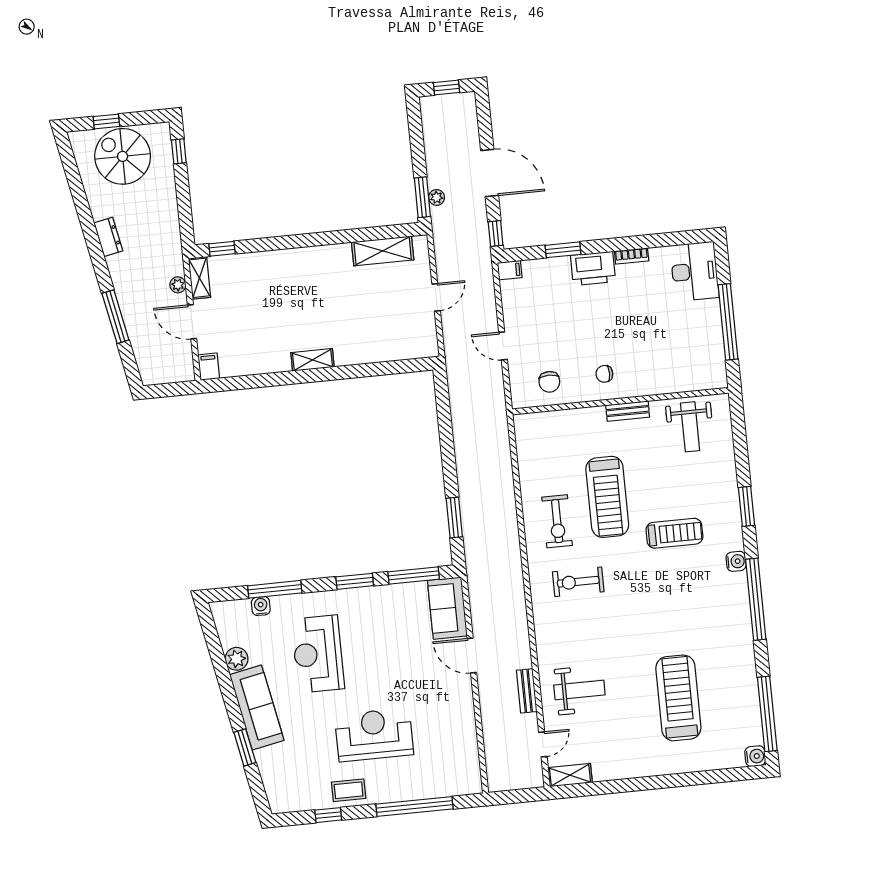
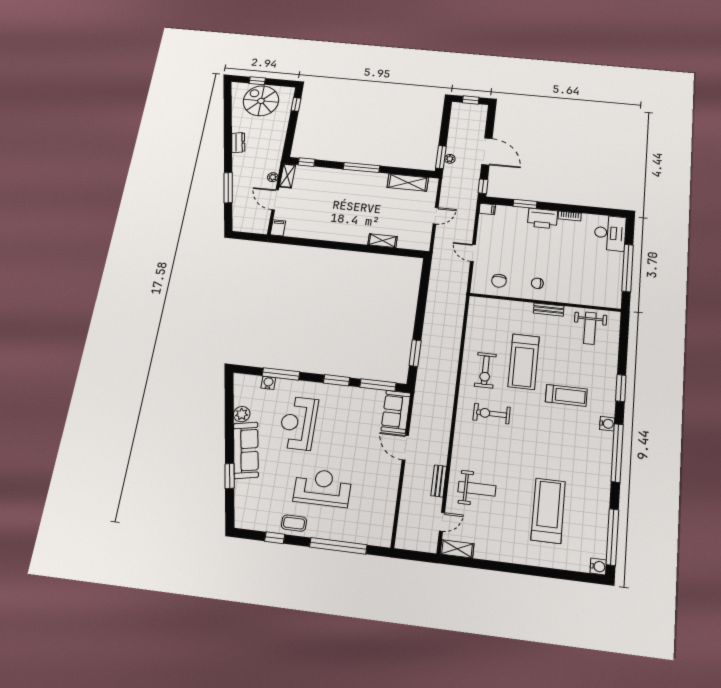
window: (307, 240) -> (362, 167), added
shelving: (313, 360) -> (383, 241), moved

